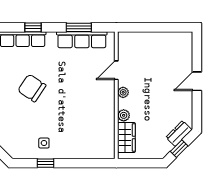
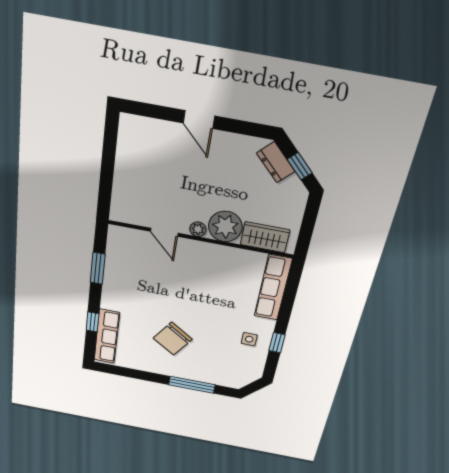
row of seats: (82, 40) -> (273, 288), moved, turned 180
plant: (124, 115) -> (225, 226), width x1.87, depth x1.87

